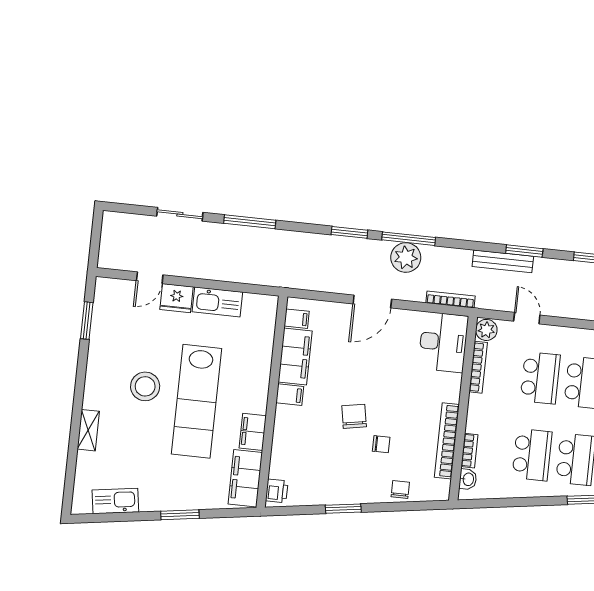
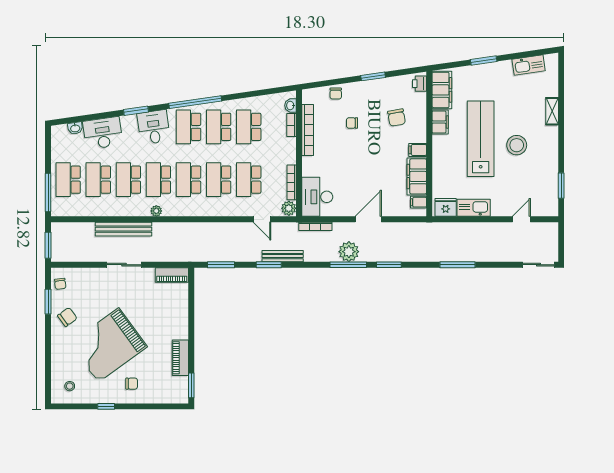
sliding door: (180, 214) -> (538, 265), moved
fridge: (176, 298) -> (446, 207), moved
chair: (354, 416) -> (397, 118), moved

